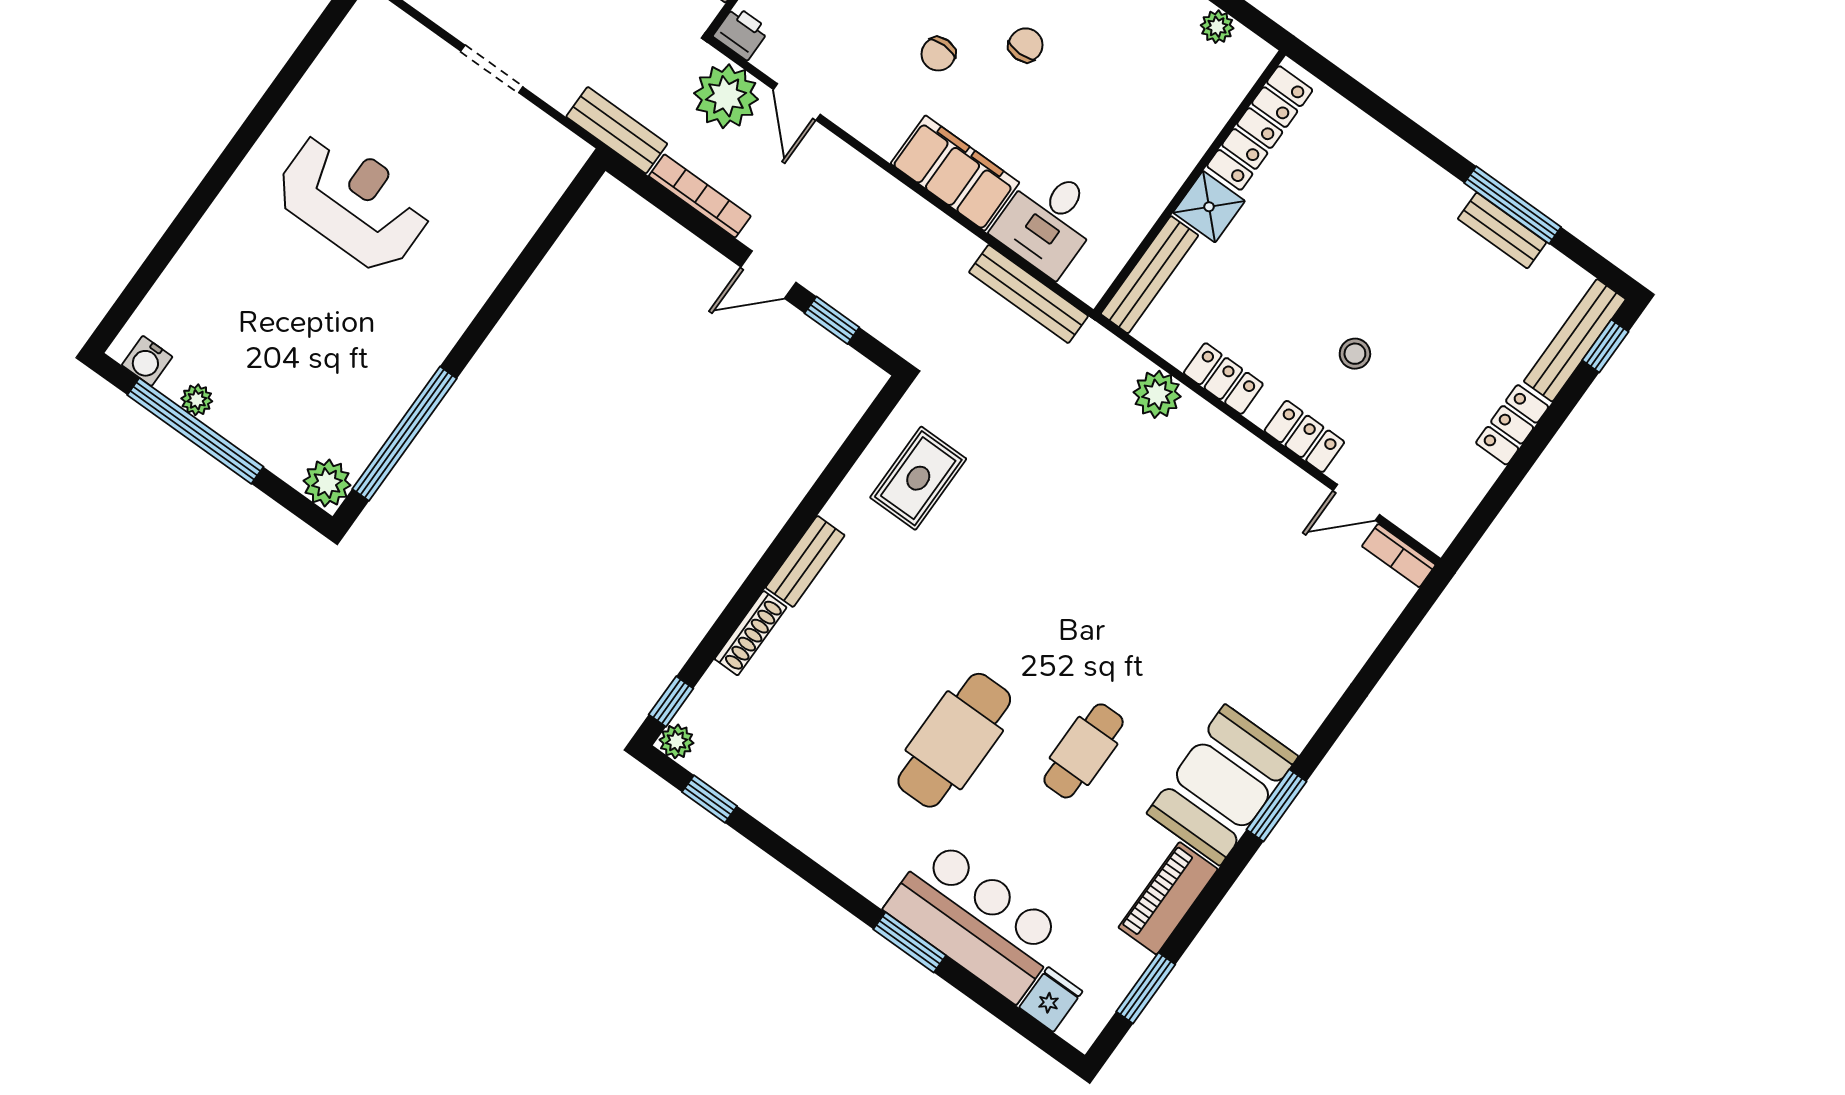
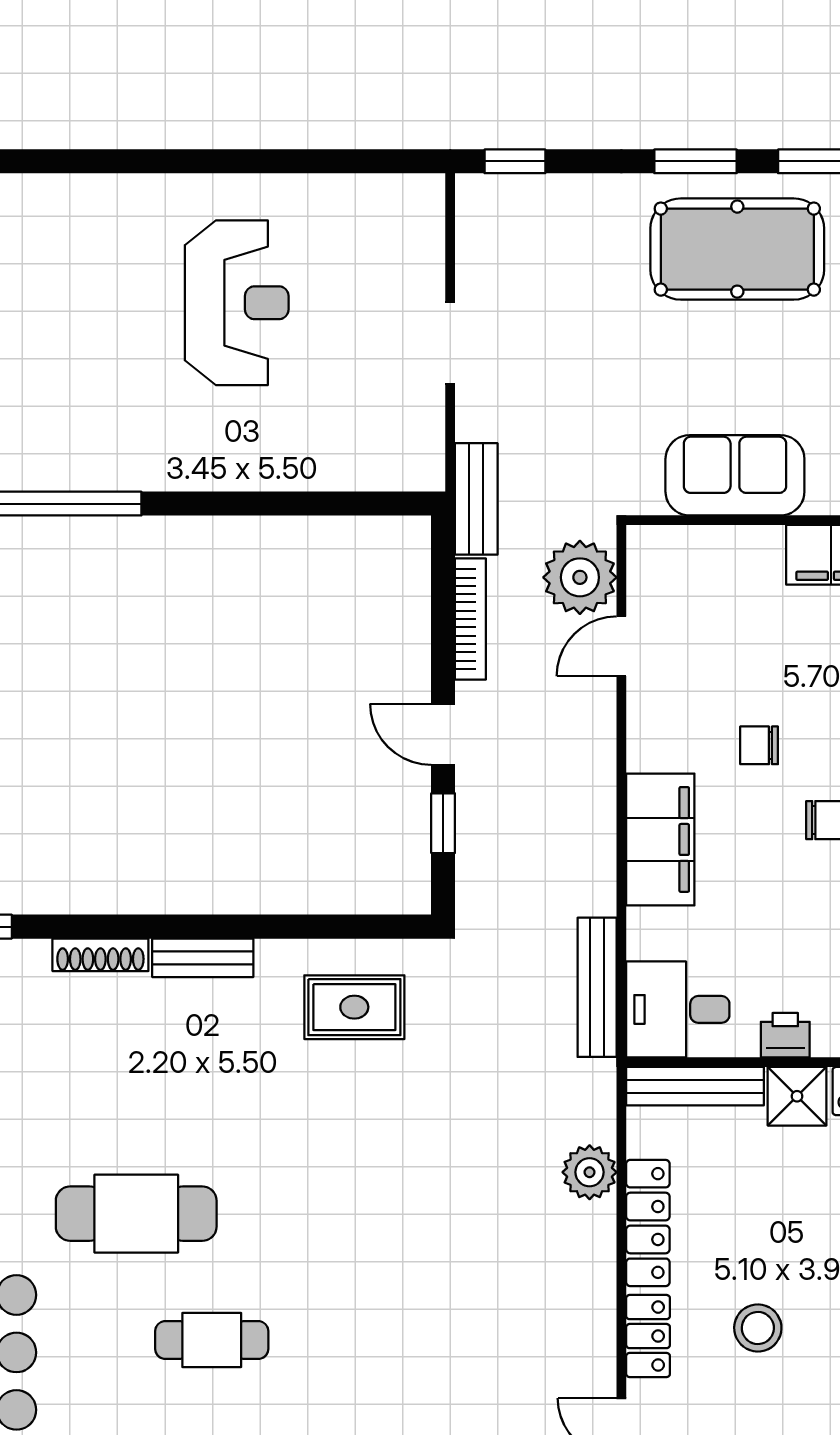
printer: (741, 33) -> (785, 1035), moved, turned -90
desk: (1048, 221) -> (678, 1009), moved
stool: (1355, 354) -> (758, 1328), width x1.37, depth x1.37
locker: (1223, 379) -> (648, 1223), width x1.53

